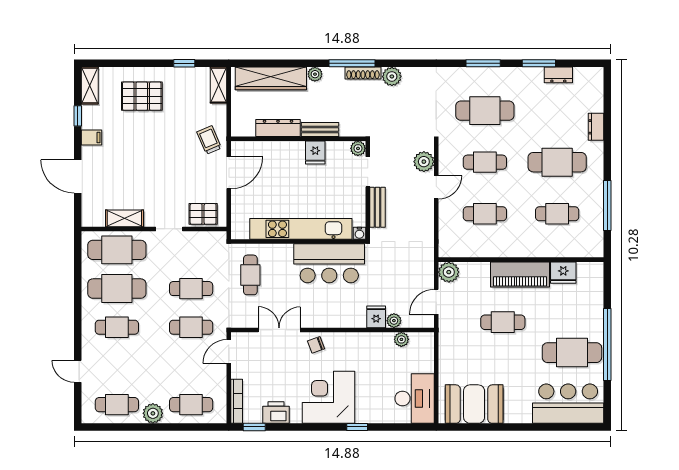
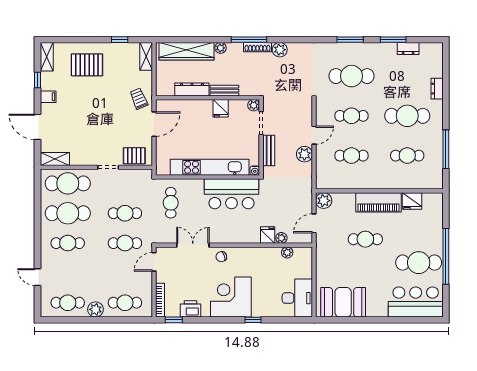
plant: (424, 162) -> (304, 154), moved
shelving: (124, 218) -> (55, 159), moved

